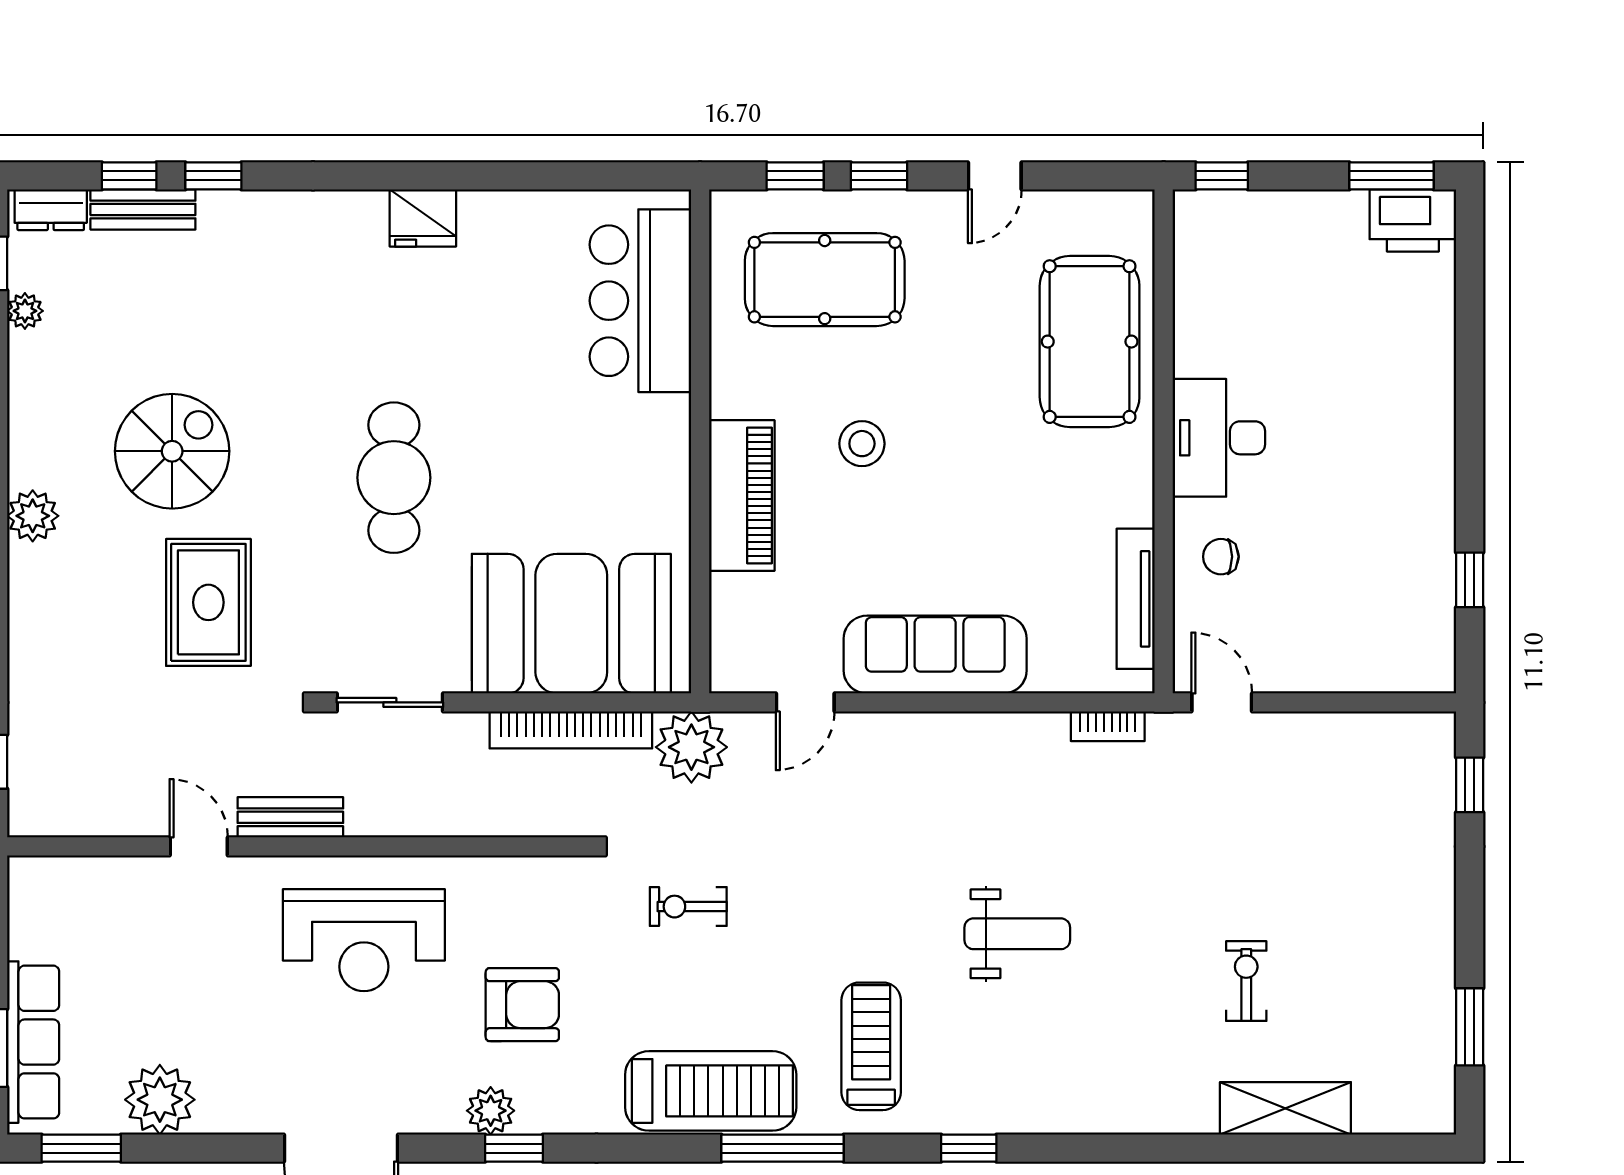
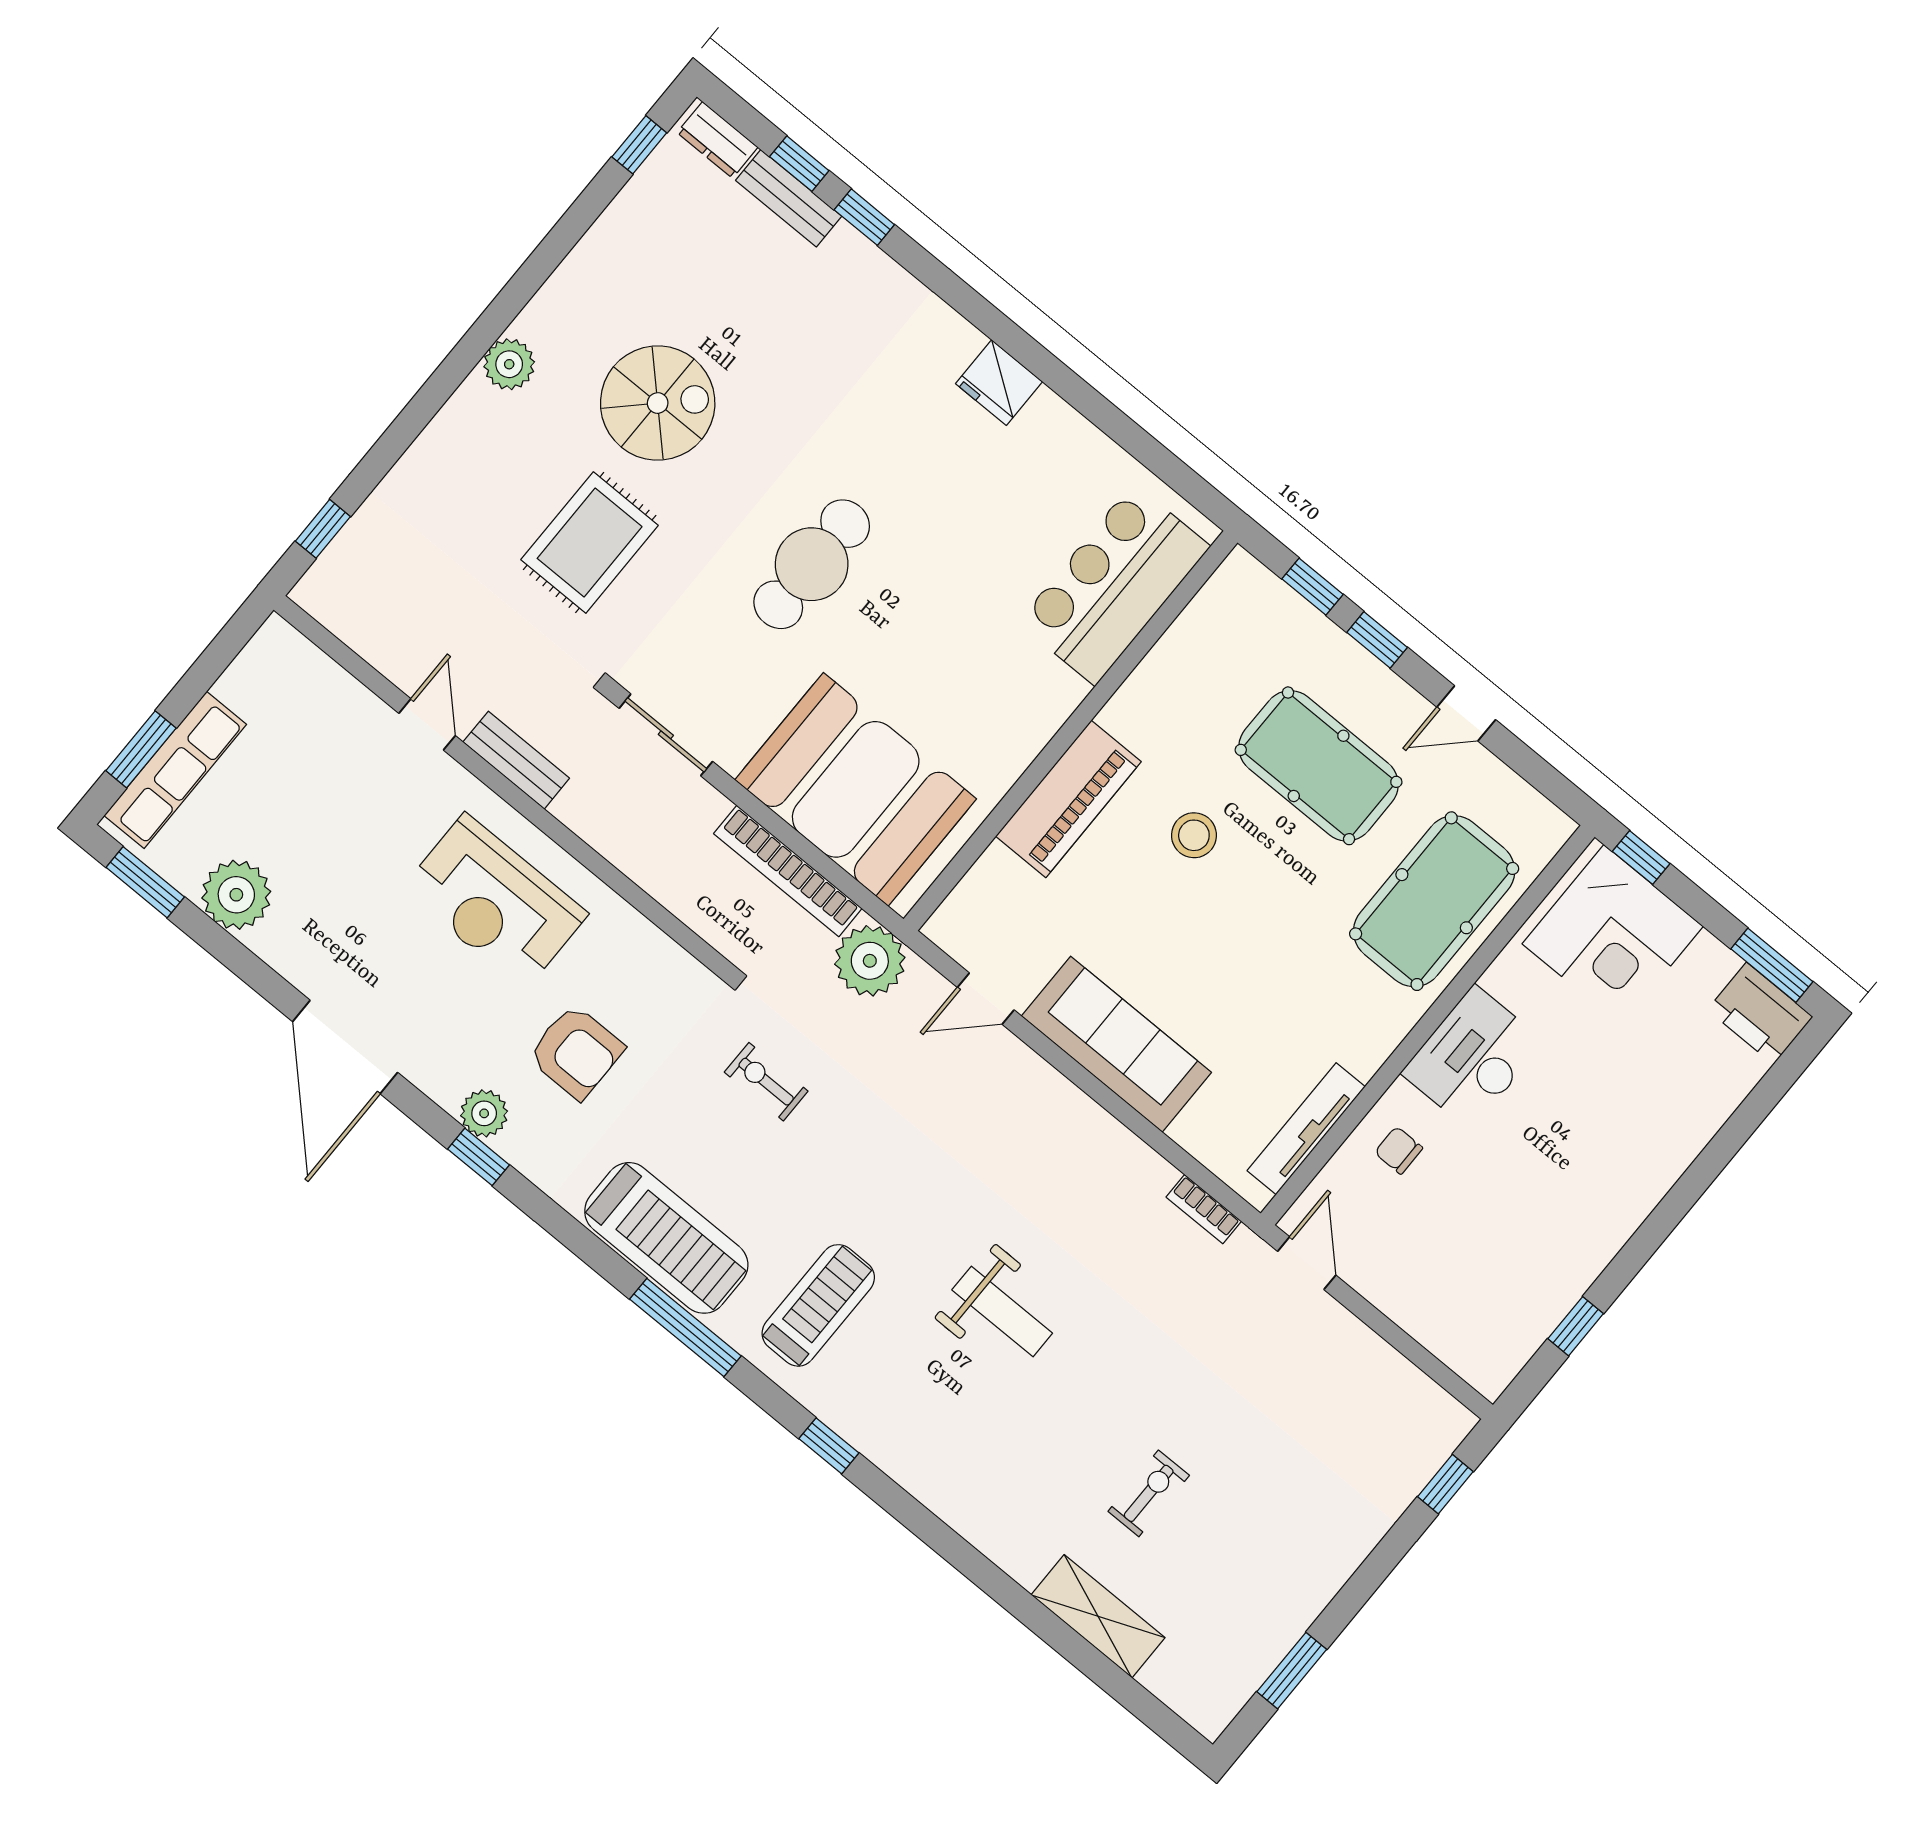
corner desk: (1249, 254) -> (1613, 935), added
pool table: (825, 280) -> (1319, 766), moved
plant: (25, 311) -> (633, 201), removed

